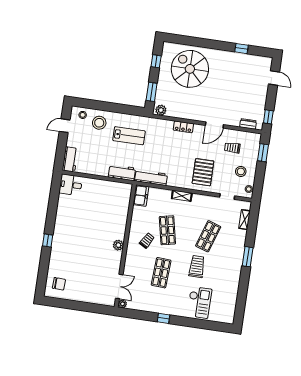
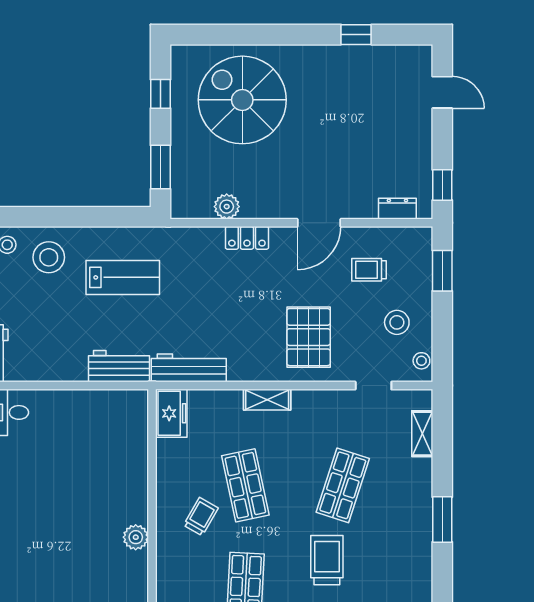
plant: (161, 110) -> (227, 207), moved

